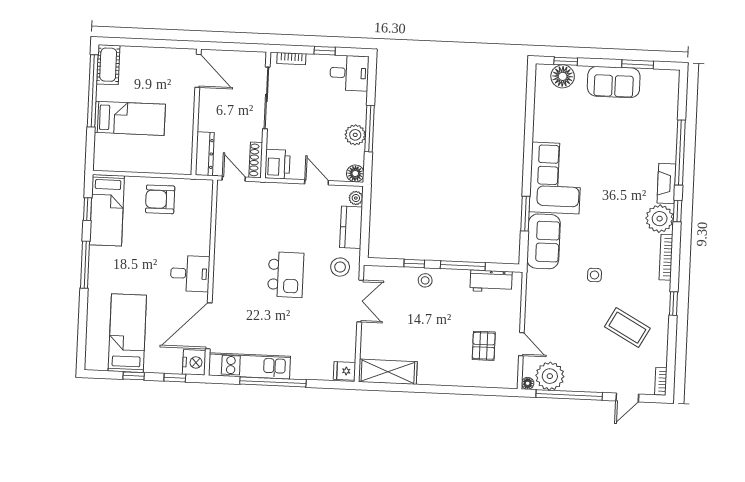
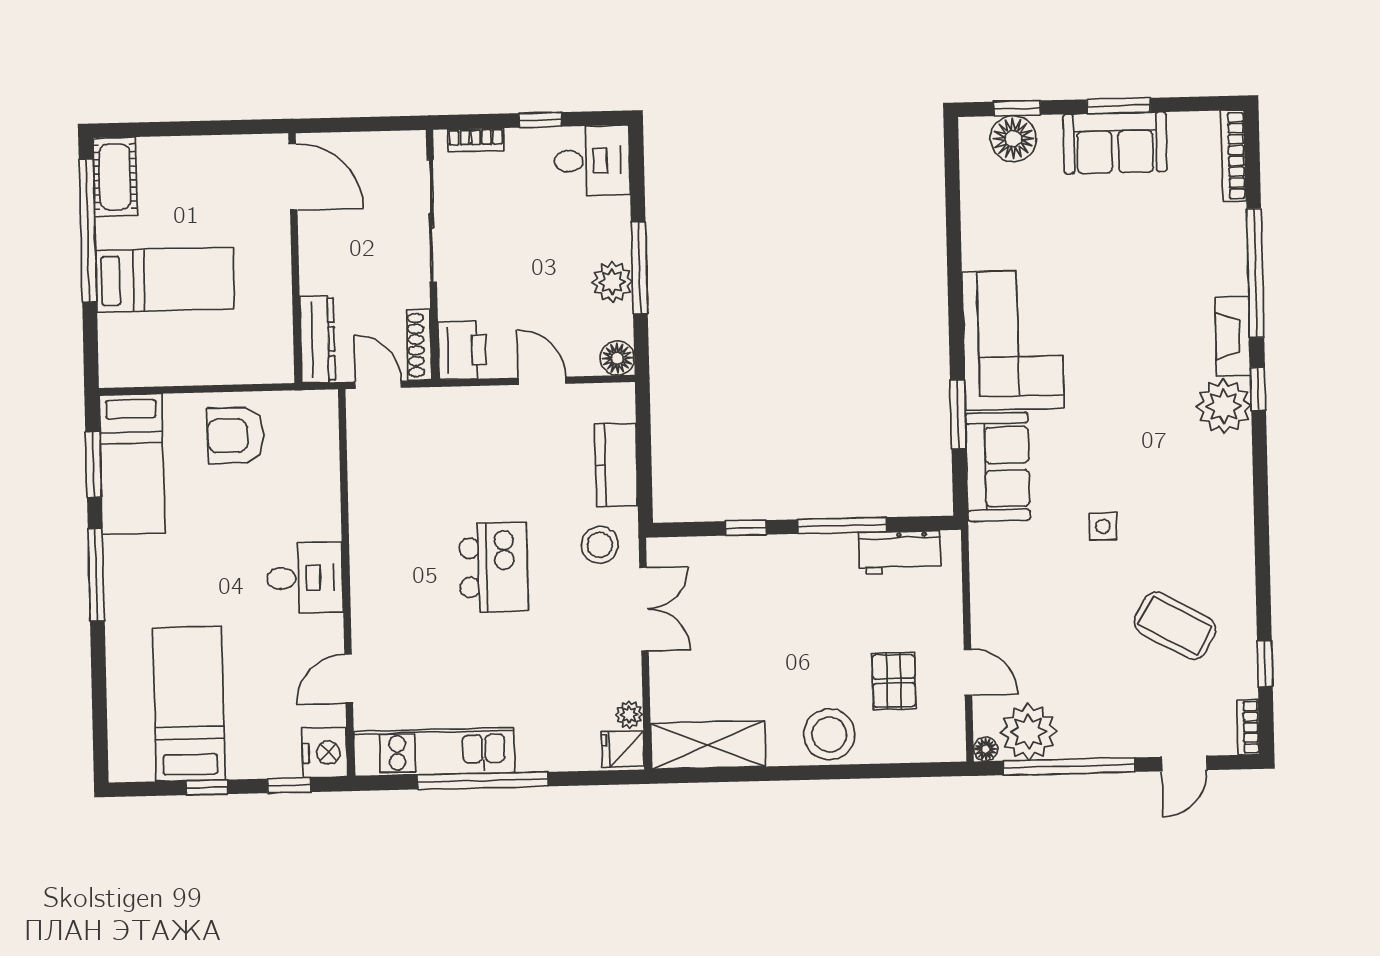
window: (638, 64) -> (1119, 106), moved
plant: (356, 198) -> (629, 715), moved
window: (87, 209) -> (93, 464), width x1.50
bookcase: (666, 257) -> (1234, 156), moved
stool: (425, 280) -> (829, 734), moved, width x1.89, depth x1.89
window: (673, 304) -> (1265, 663), moved
door: (209, 326) -> (349, 679), width x0.53

